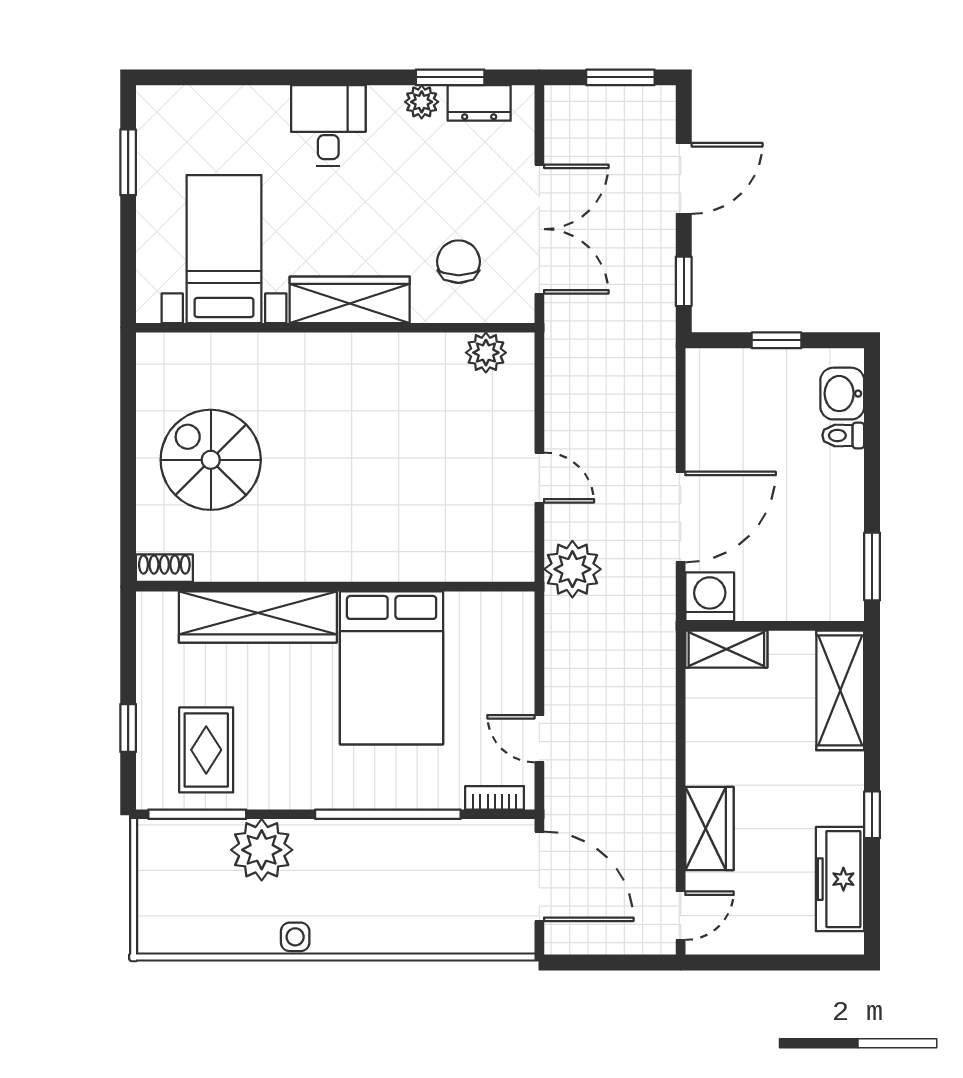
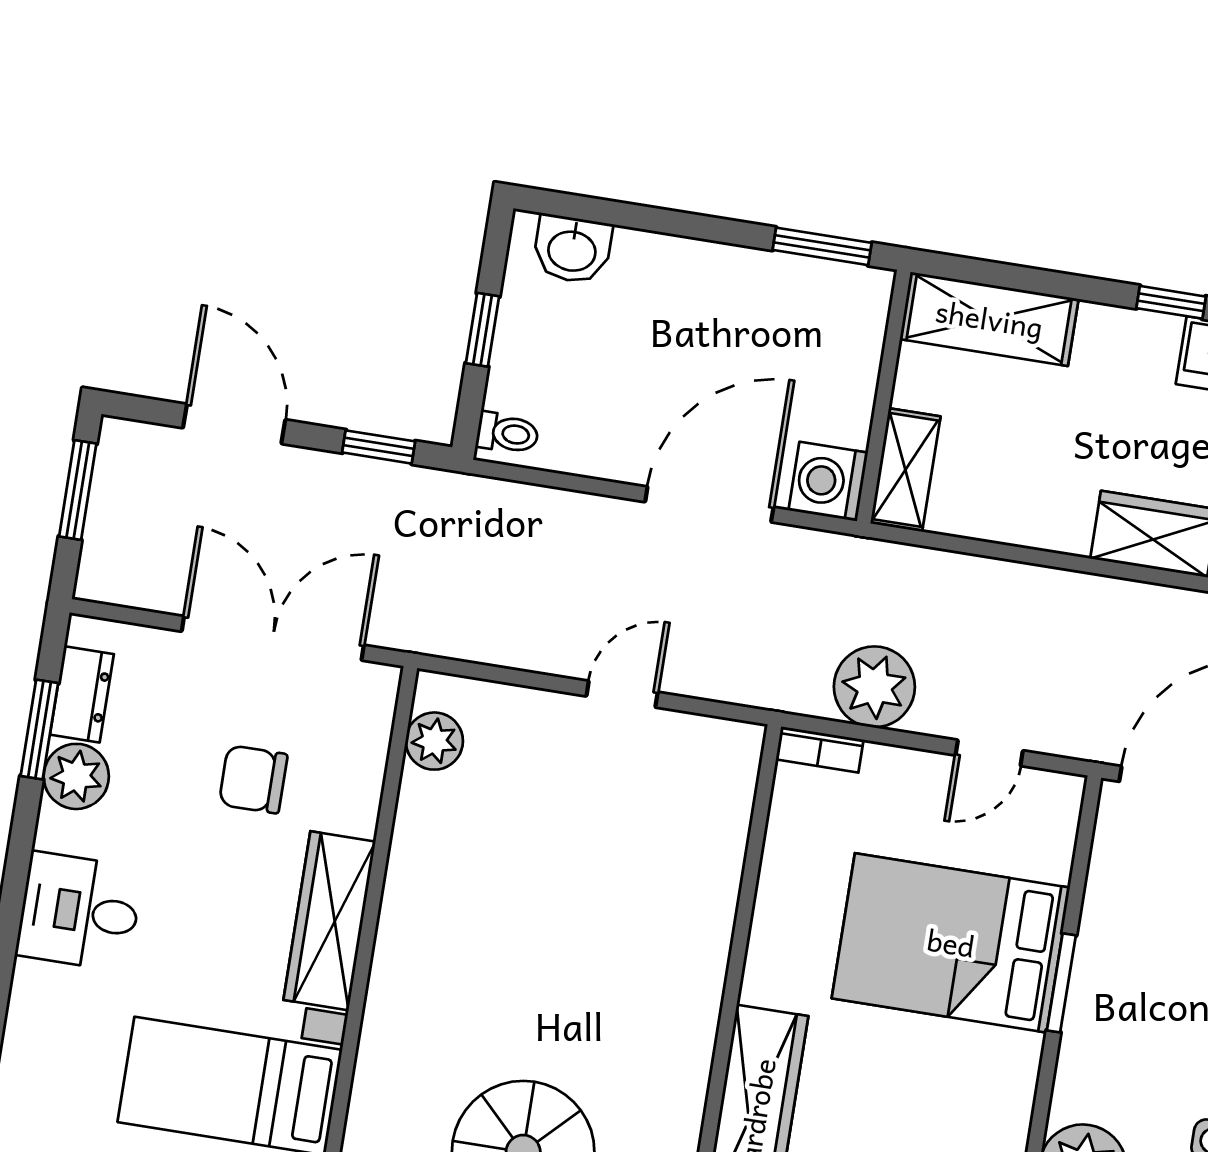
plant: (422, 102) -> (76, 776), width x1.38, depth x1.38
chair: (459, 262) -> (253, 779), moved
toilet: (843, 435) -> (507, 433), moved, turned -90
door: (681, 517) -> (709, 504), hinge flipped
plant: (572, 569) -> (874, 687), moved
bed: (392, 668) -> (951, 943), moved, turned 180
bookcase: (495, 798) -> (820, 750), moved, turned -90
window: (388, 814) -> (1061, 983), width x0.47

